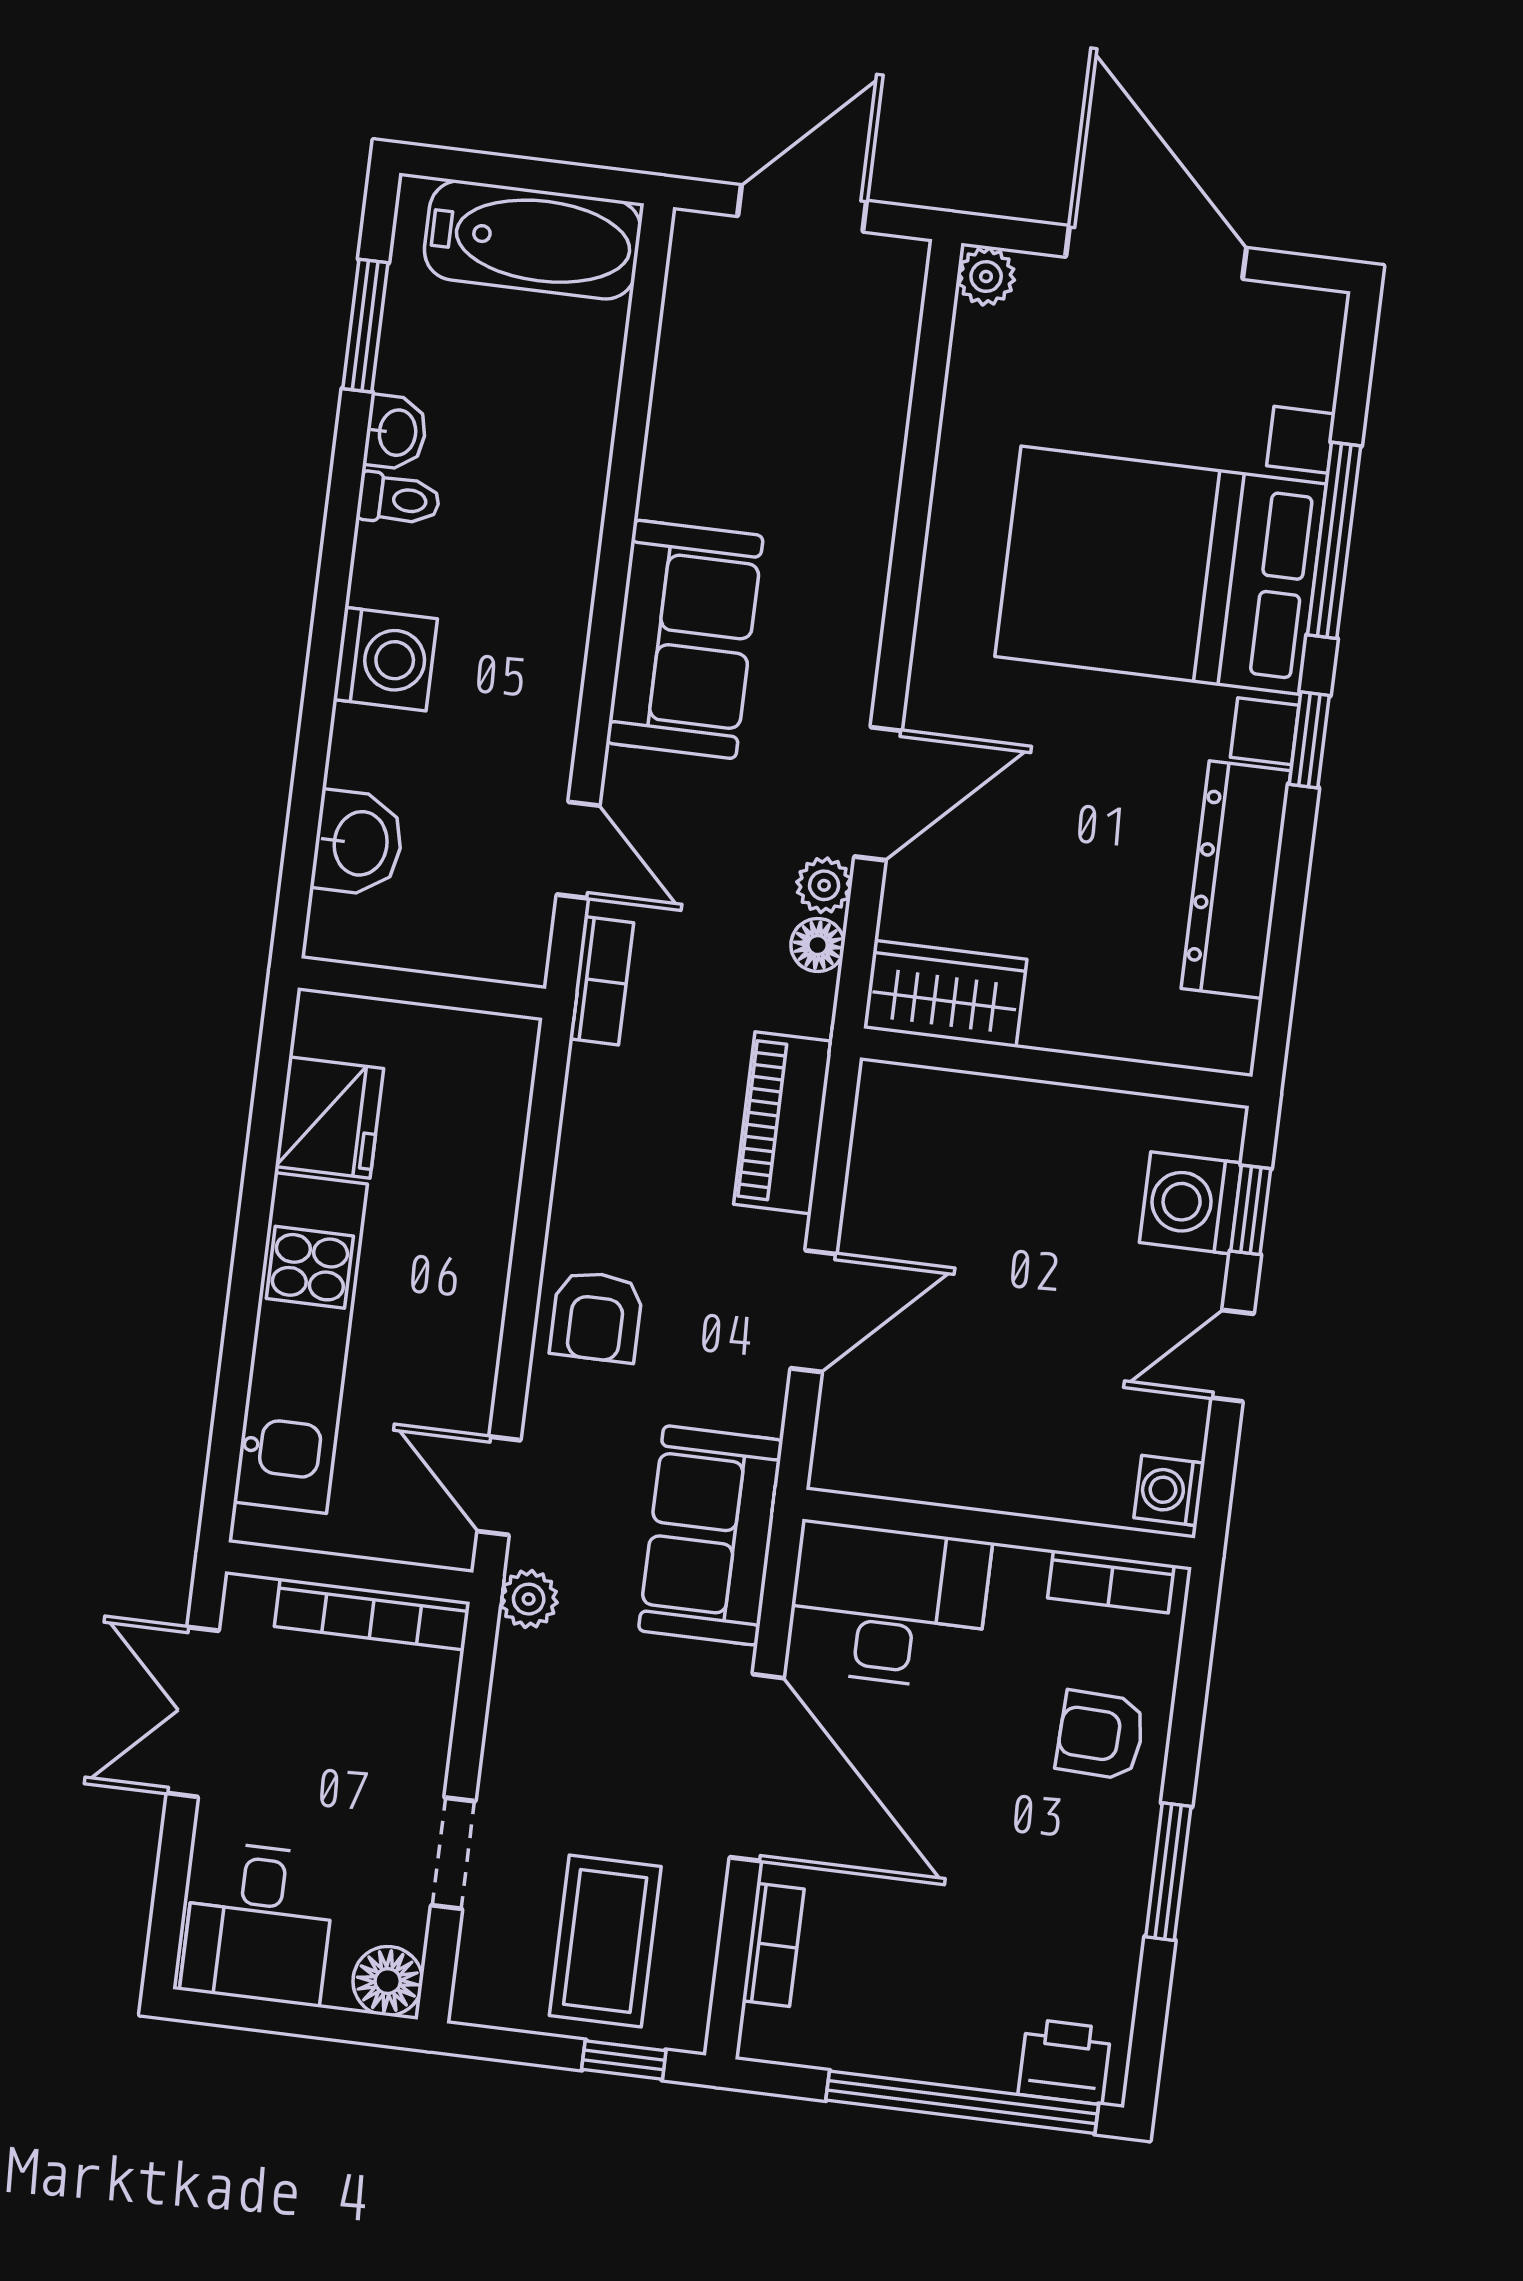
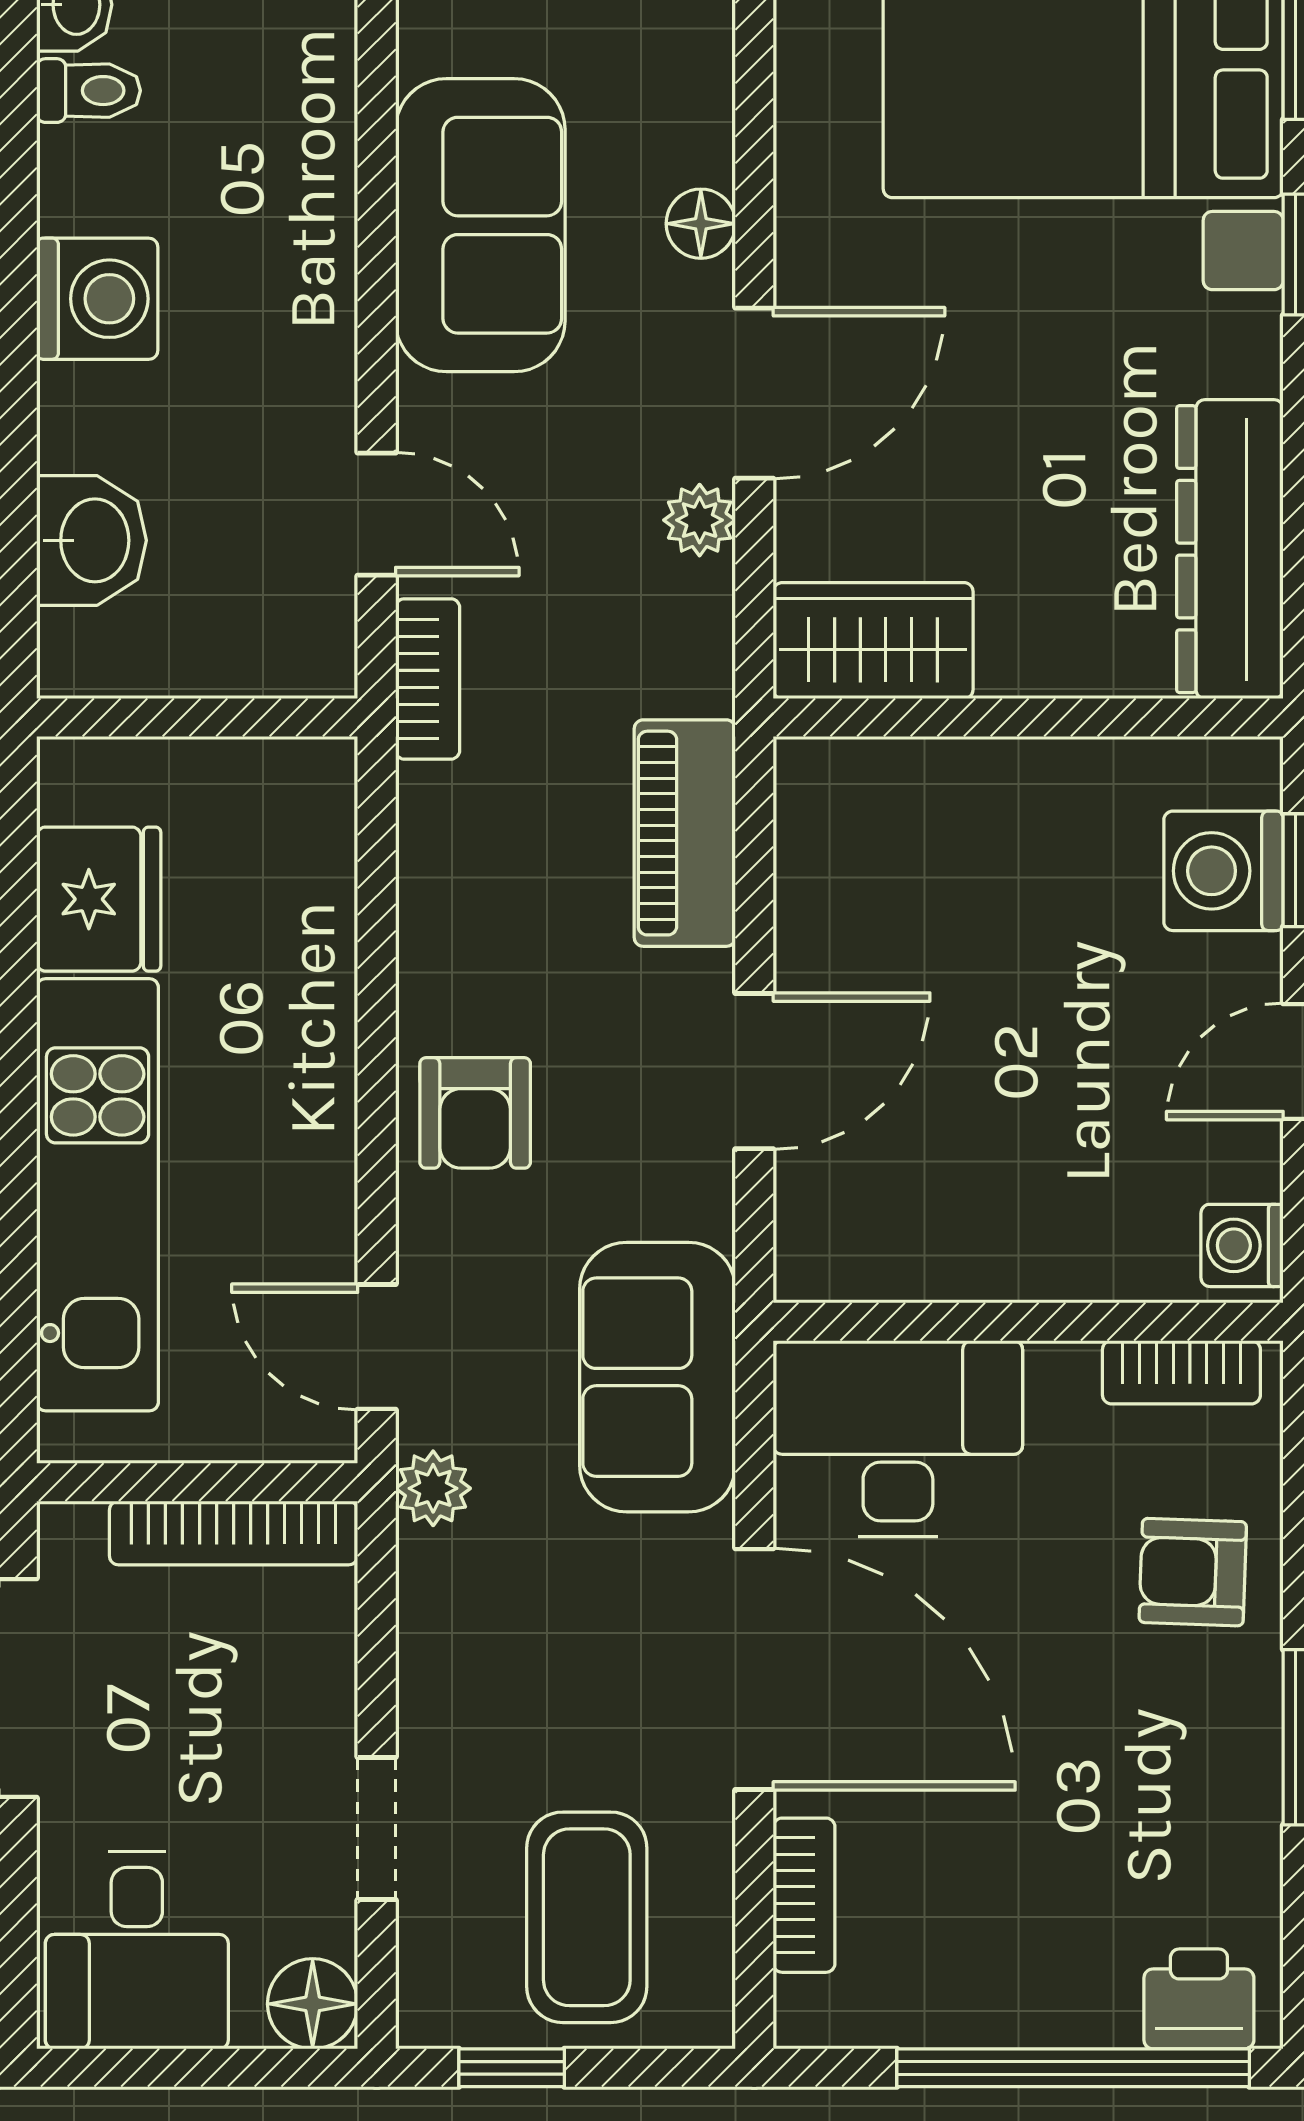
dresser: (1236, 880) -> (1230, 549), moved
floor lamp: (818, 945) -> (701, 224), moved
window: (624, 2060) -> (512, 2068), moved

